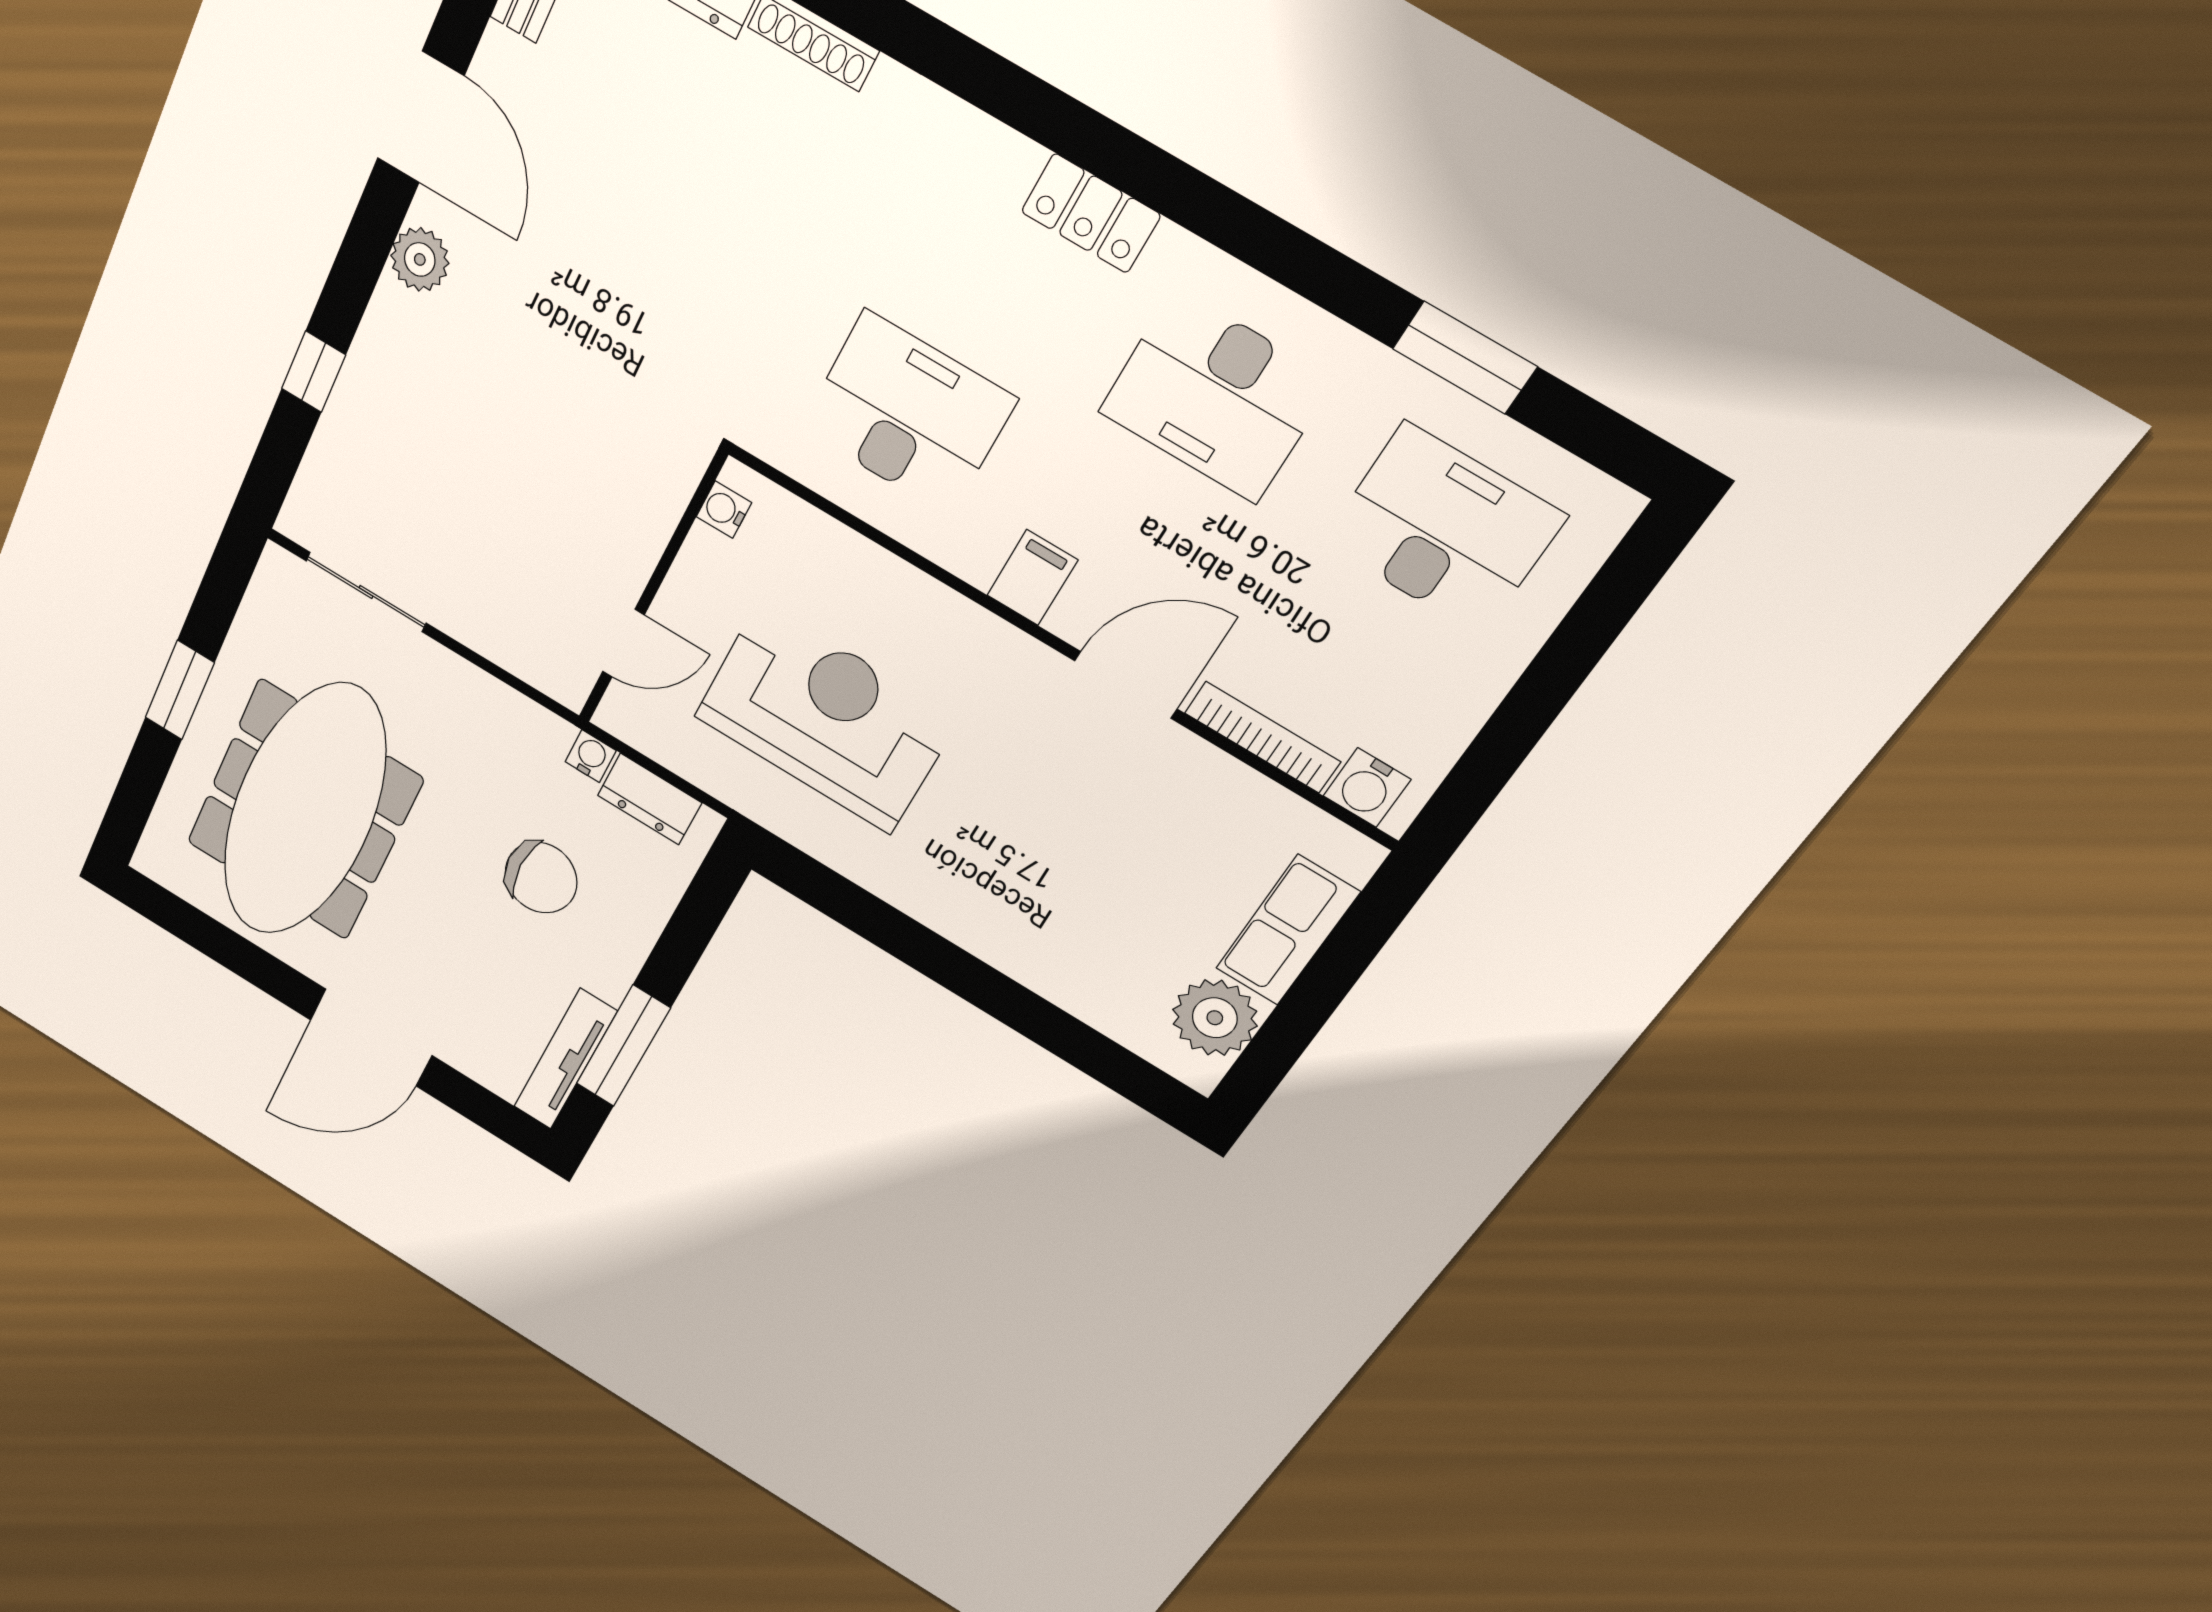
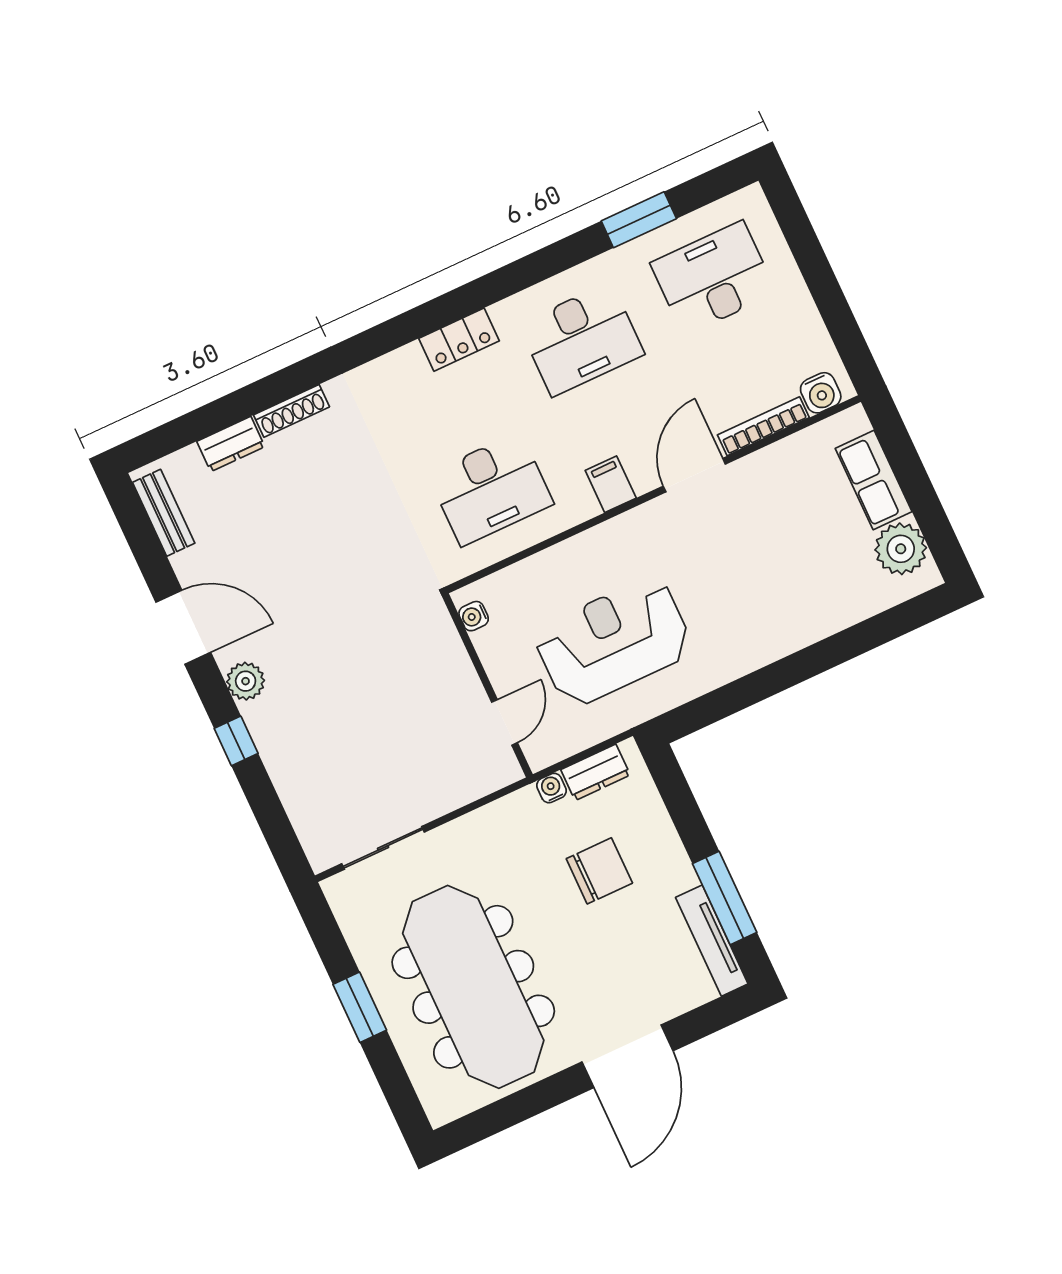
window: (314, 372) -> (236, 741), moved
desk: (908, 414) -> (491, 489), turned 180

